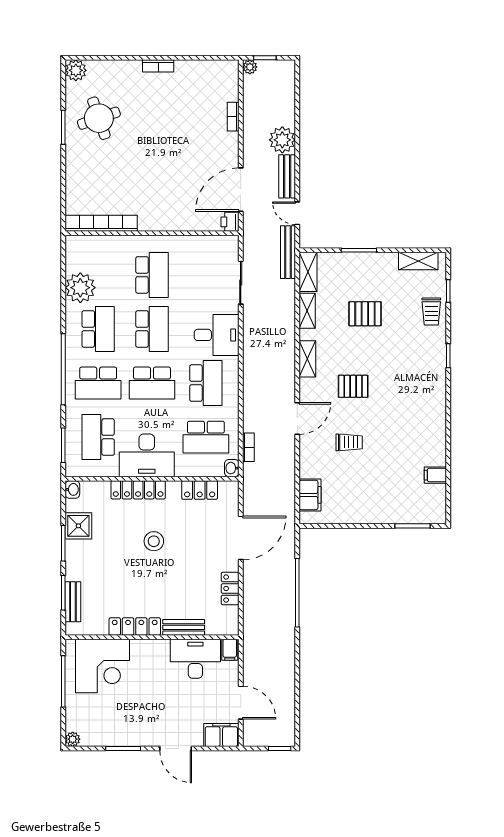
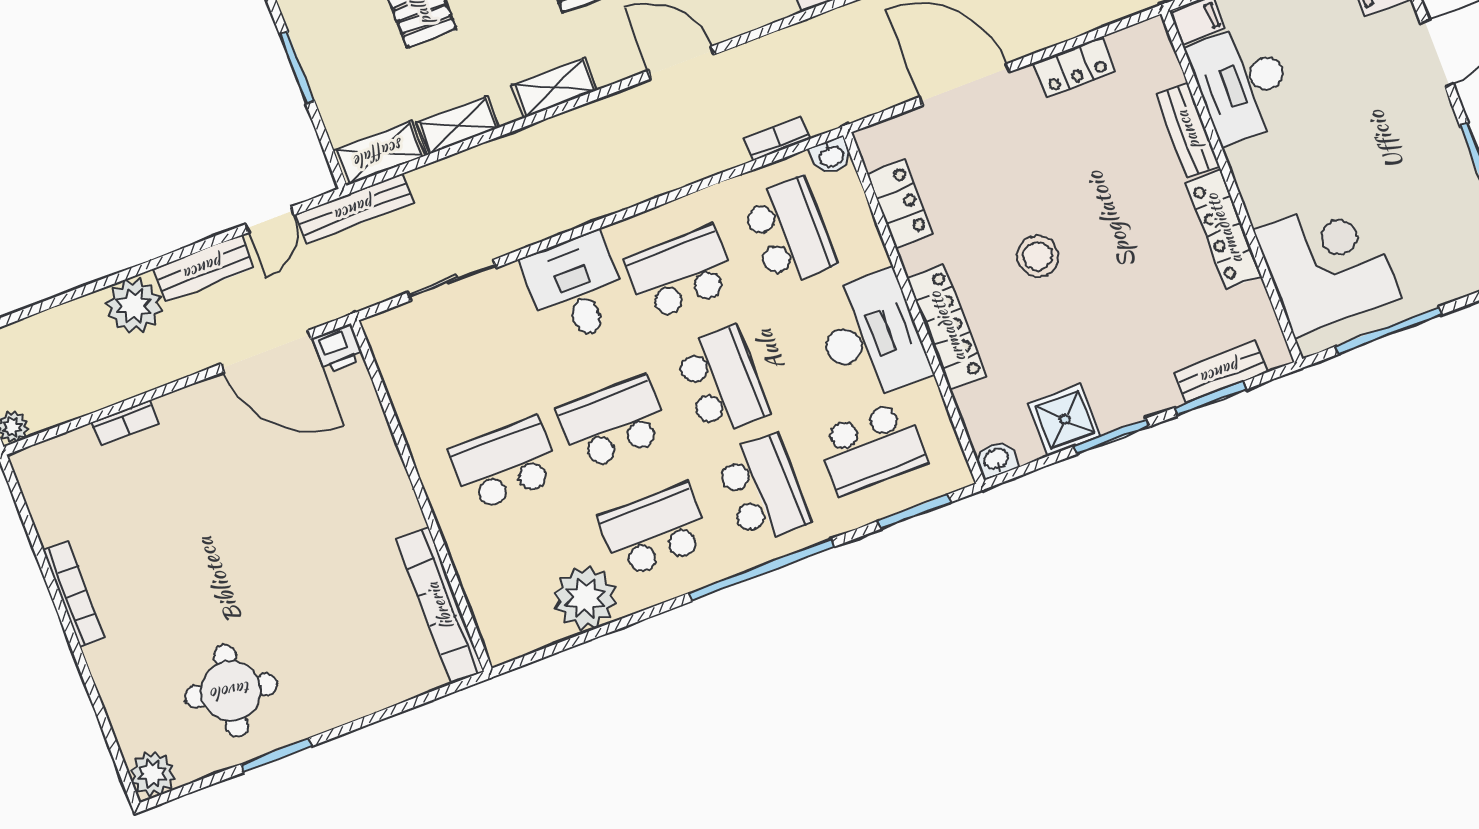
bookcase: (158, 66) -> (74, 594), width x1.56
round table: (99, 118) -> (231, 691), turned 30

